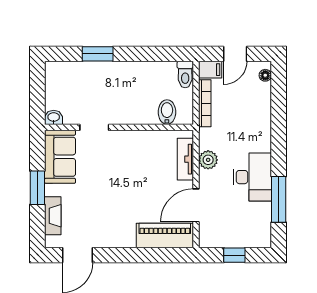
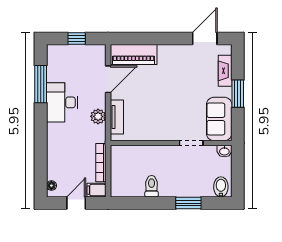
toilet: (185, 74) -> (152, 186), moved
bidet: (167, 112) -> (221, 187), moved, turned 180

